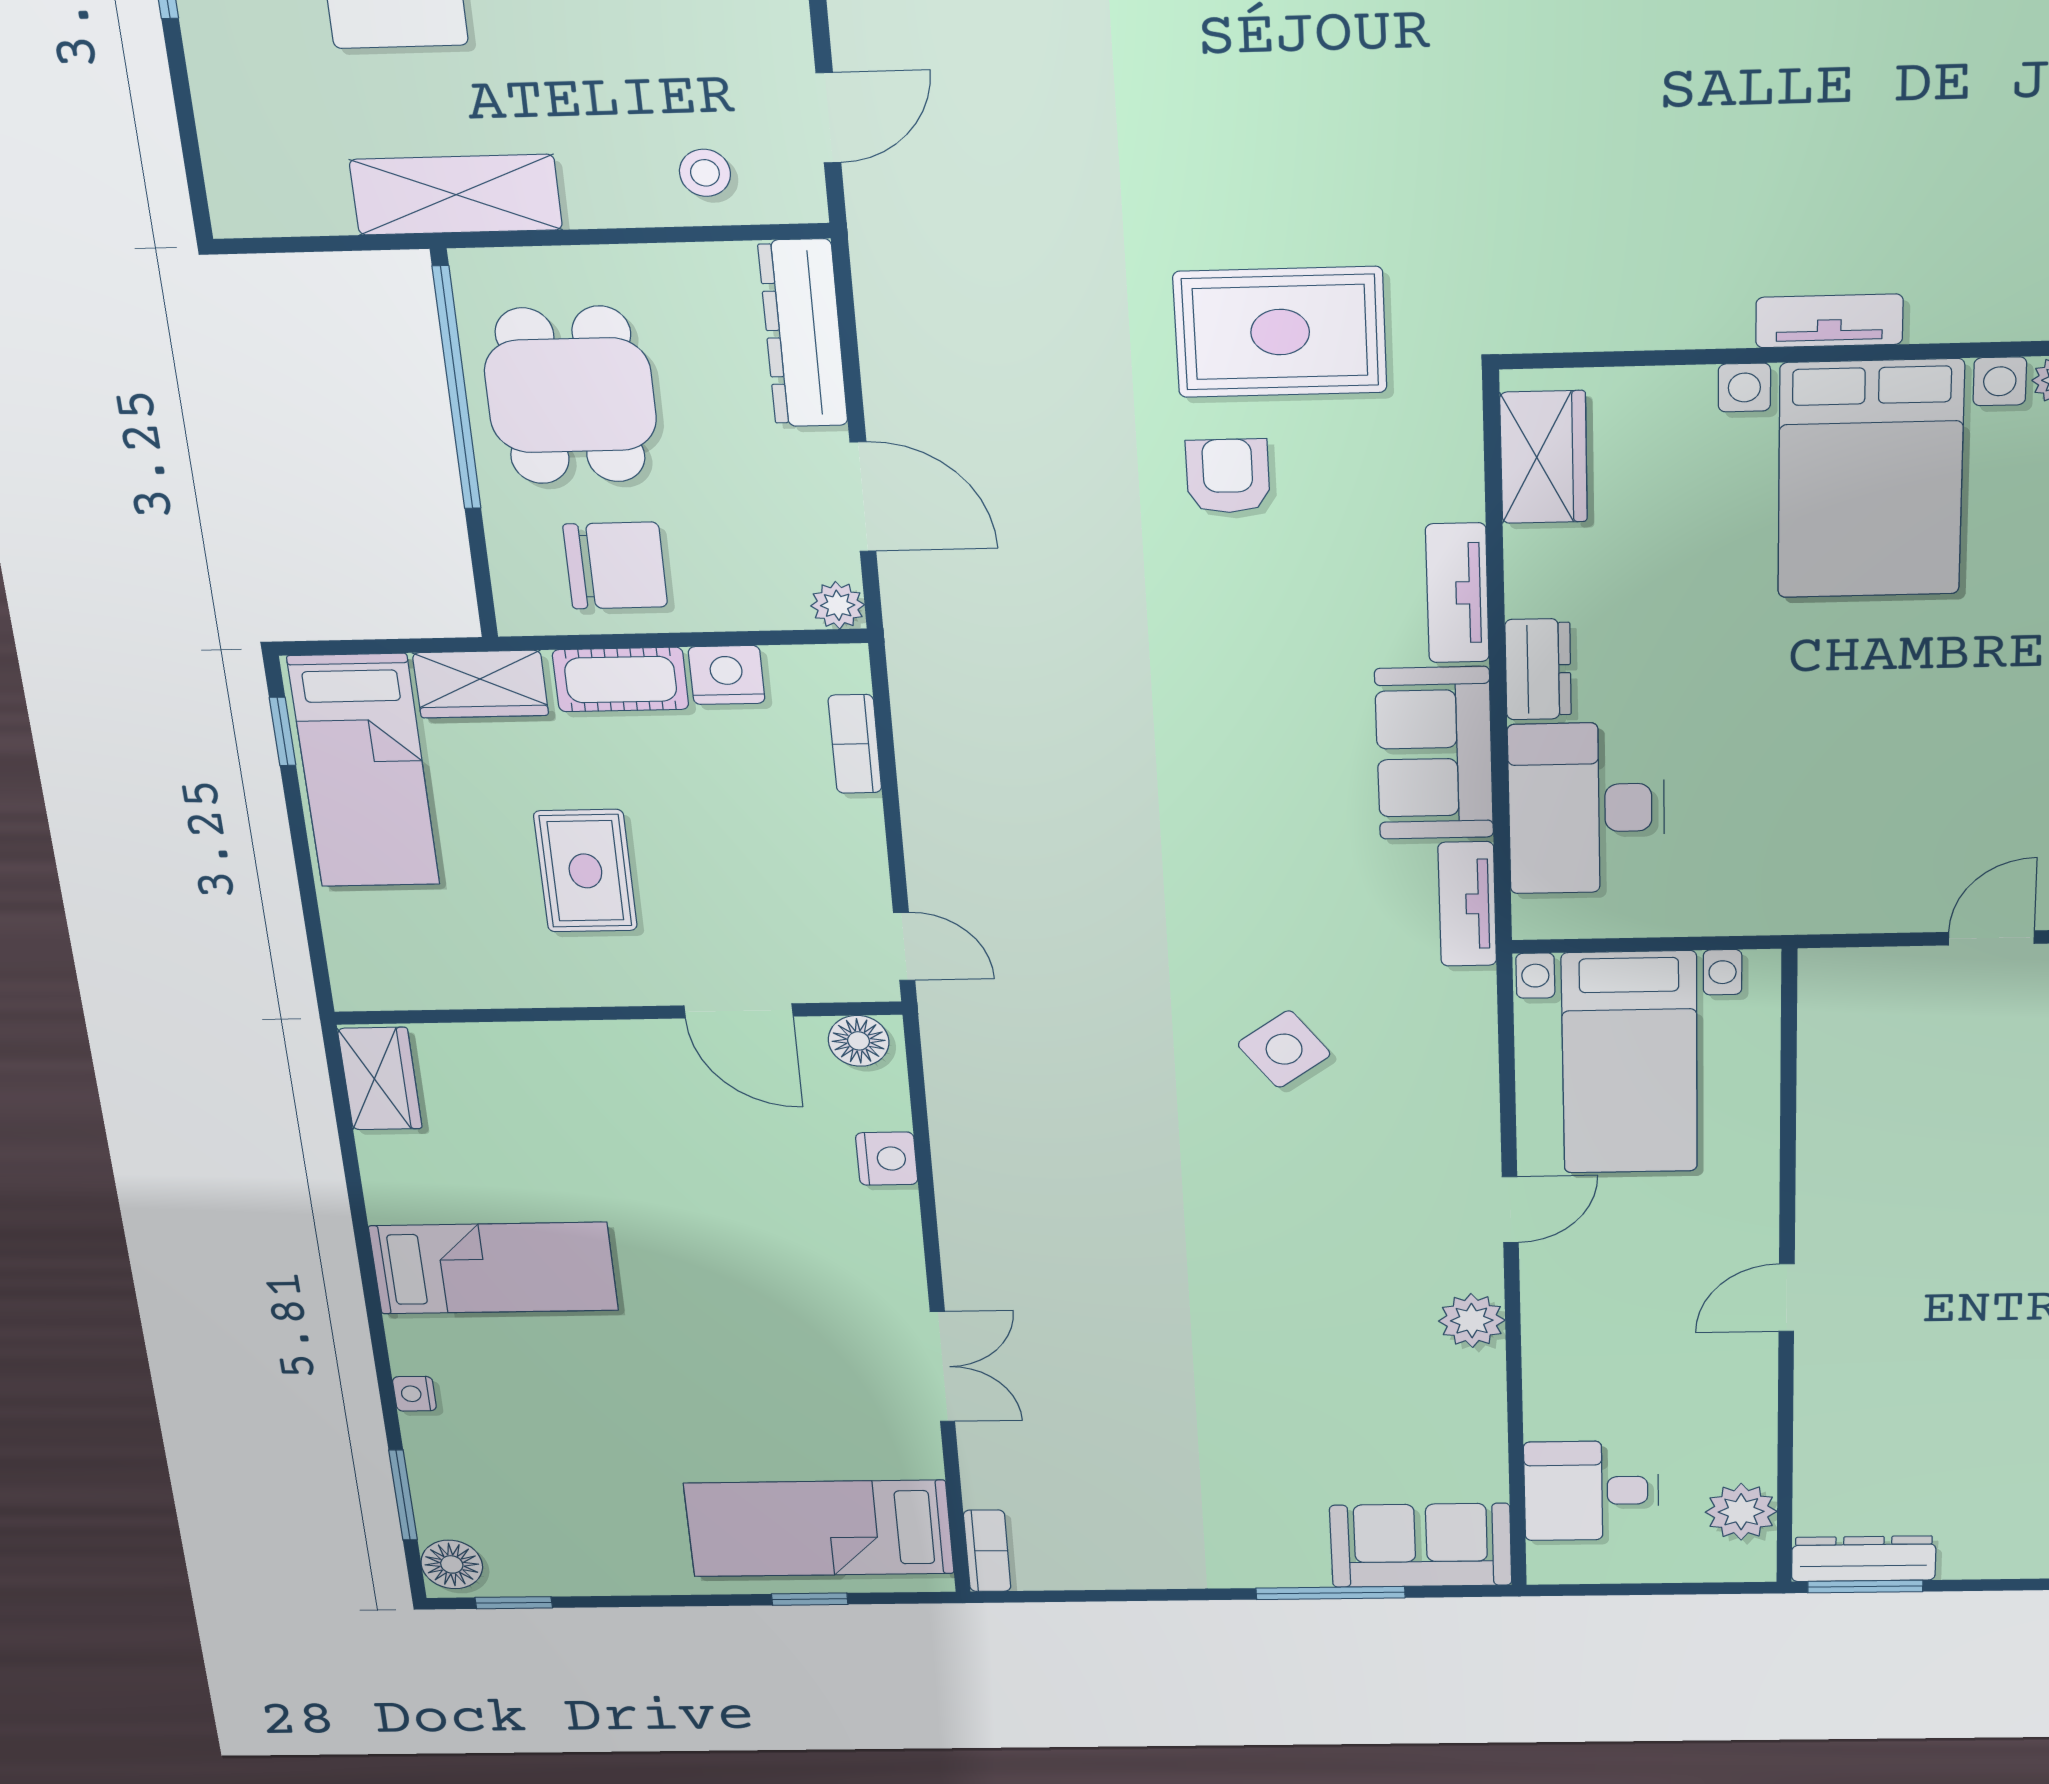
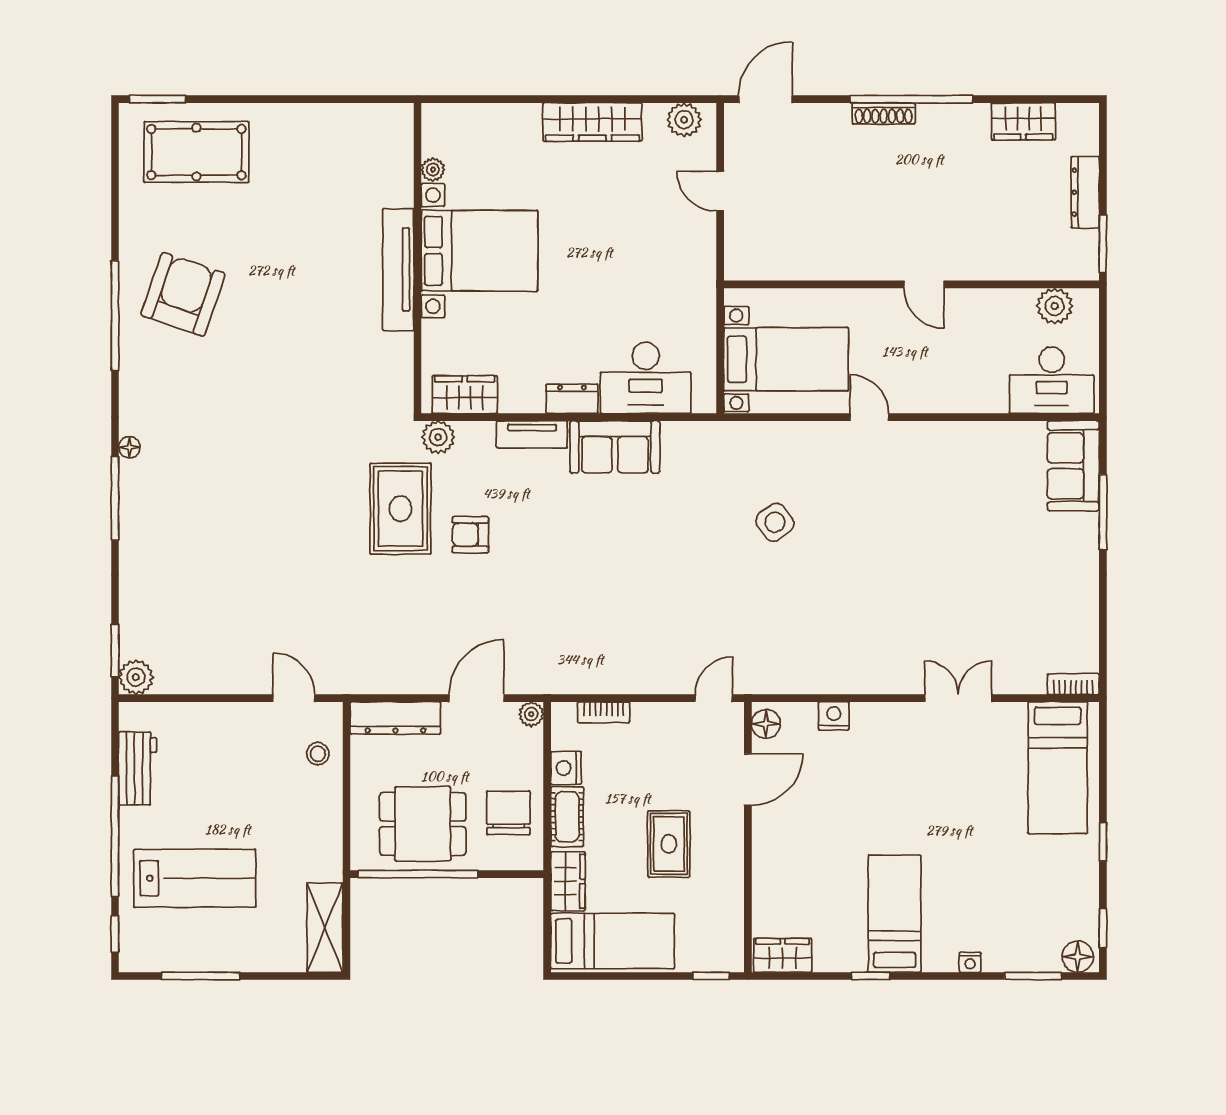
shelving: (456, 195) -> (325, 928), moved
tv unit: (1829, 321) -> (398, 270), width x1.92, depth x1.29
window: (283, 731) -> (711, 976), moved
rug: (585, 871) -> (669, 844), turned 90
tv unit: (1467, 904) -> (696, 434), removed
window: (361, 1230) -> (871, 976), added
plant: (1472, 1321) -> (438, 437), moved
desk: (1591, 1491) -> (1052, 380), width x1.37
dresser: (1864, 1559) -> (1085, 192), moved
window: (810, 1599) -> (1103, 842), moved

